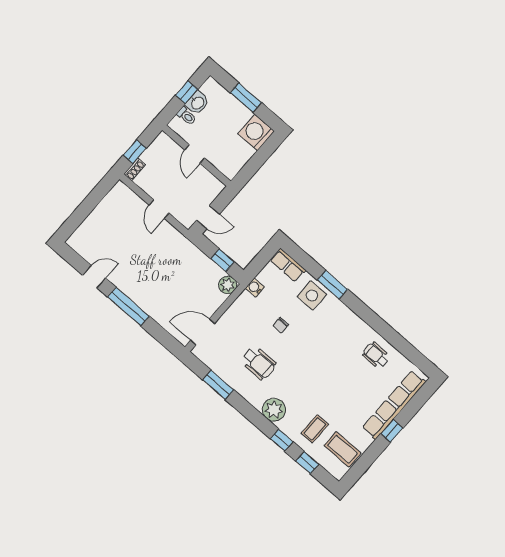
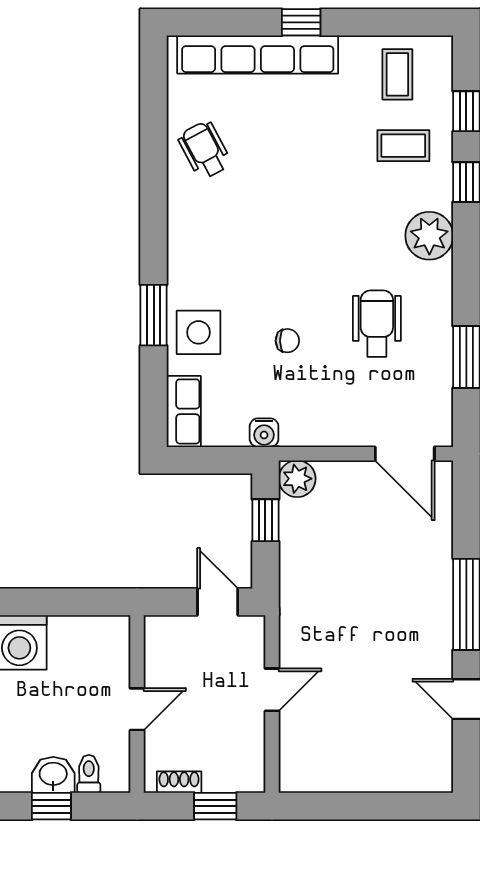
shoe rack: (135, 169) -> (179, 782), moved
wheelchair: (376, 355) -> (205, 150), turned 152
coffee table: (343, 449) -> (397, 74), width x0.73, depth x0.77

